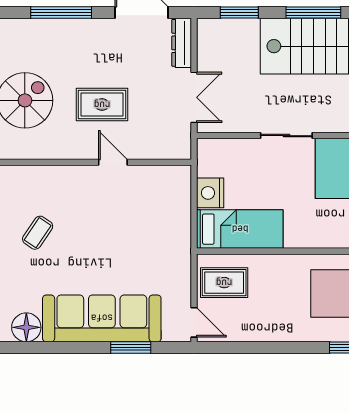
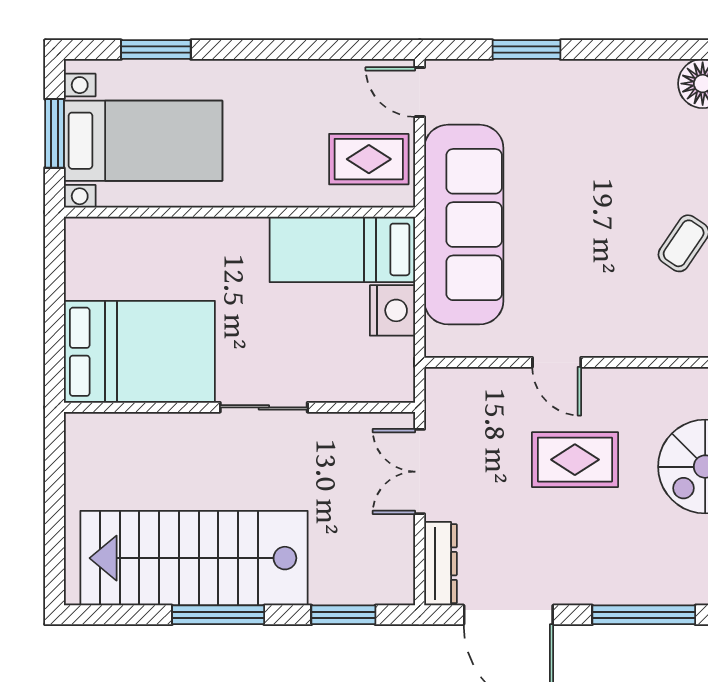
sofa: (102, 318) -> (464, 225), moved, turned -90

